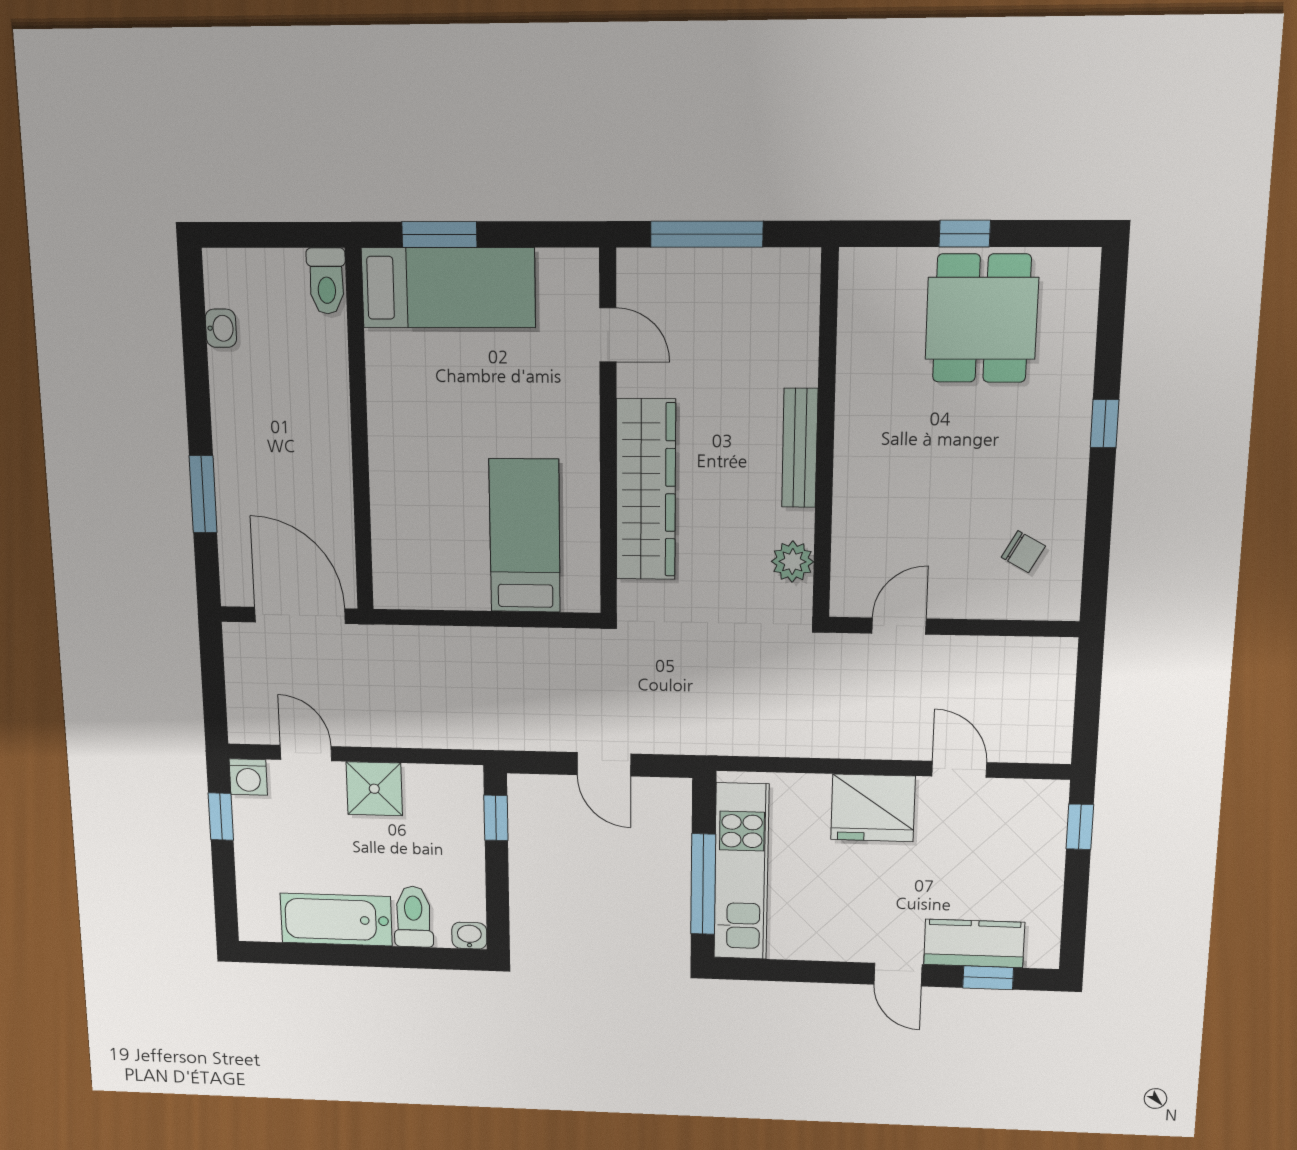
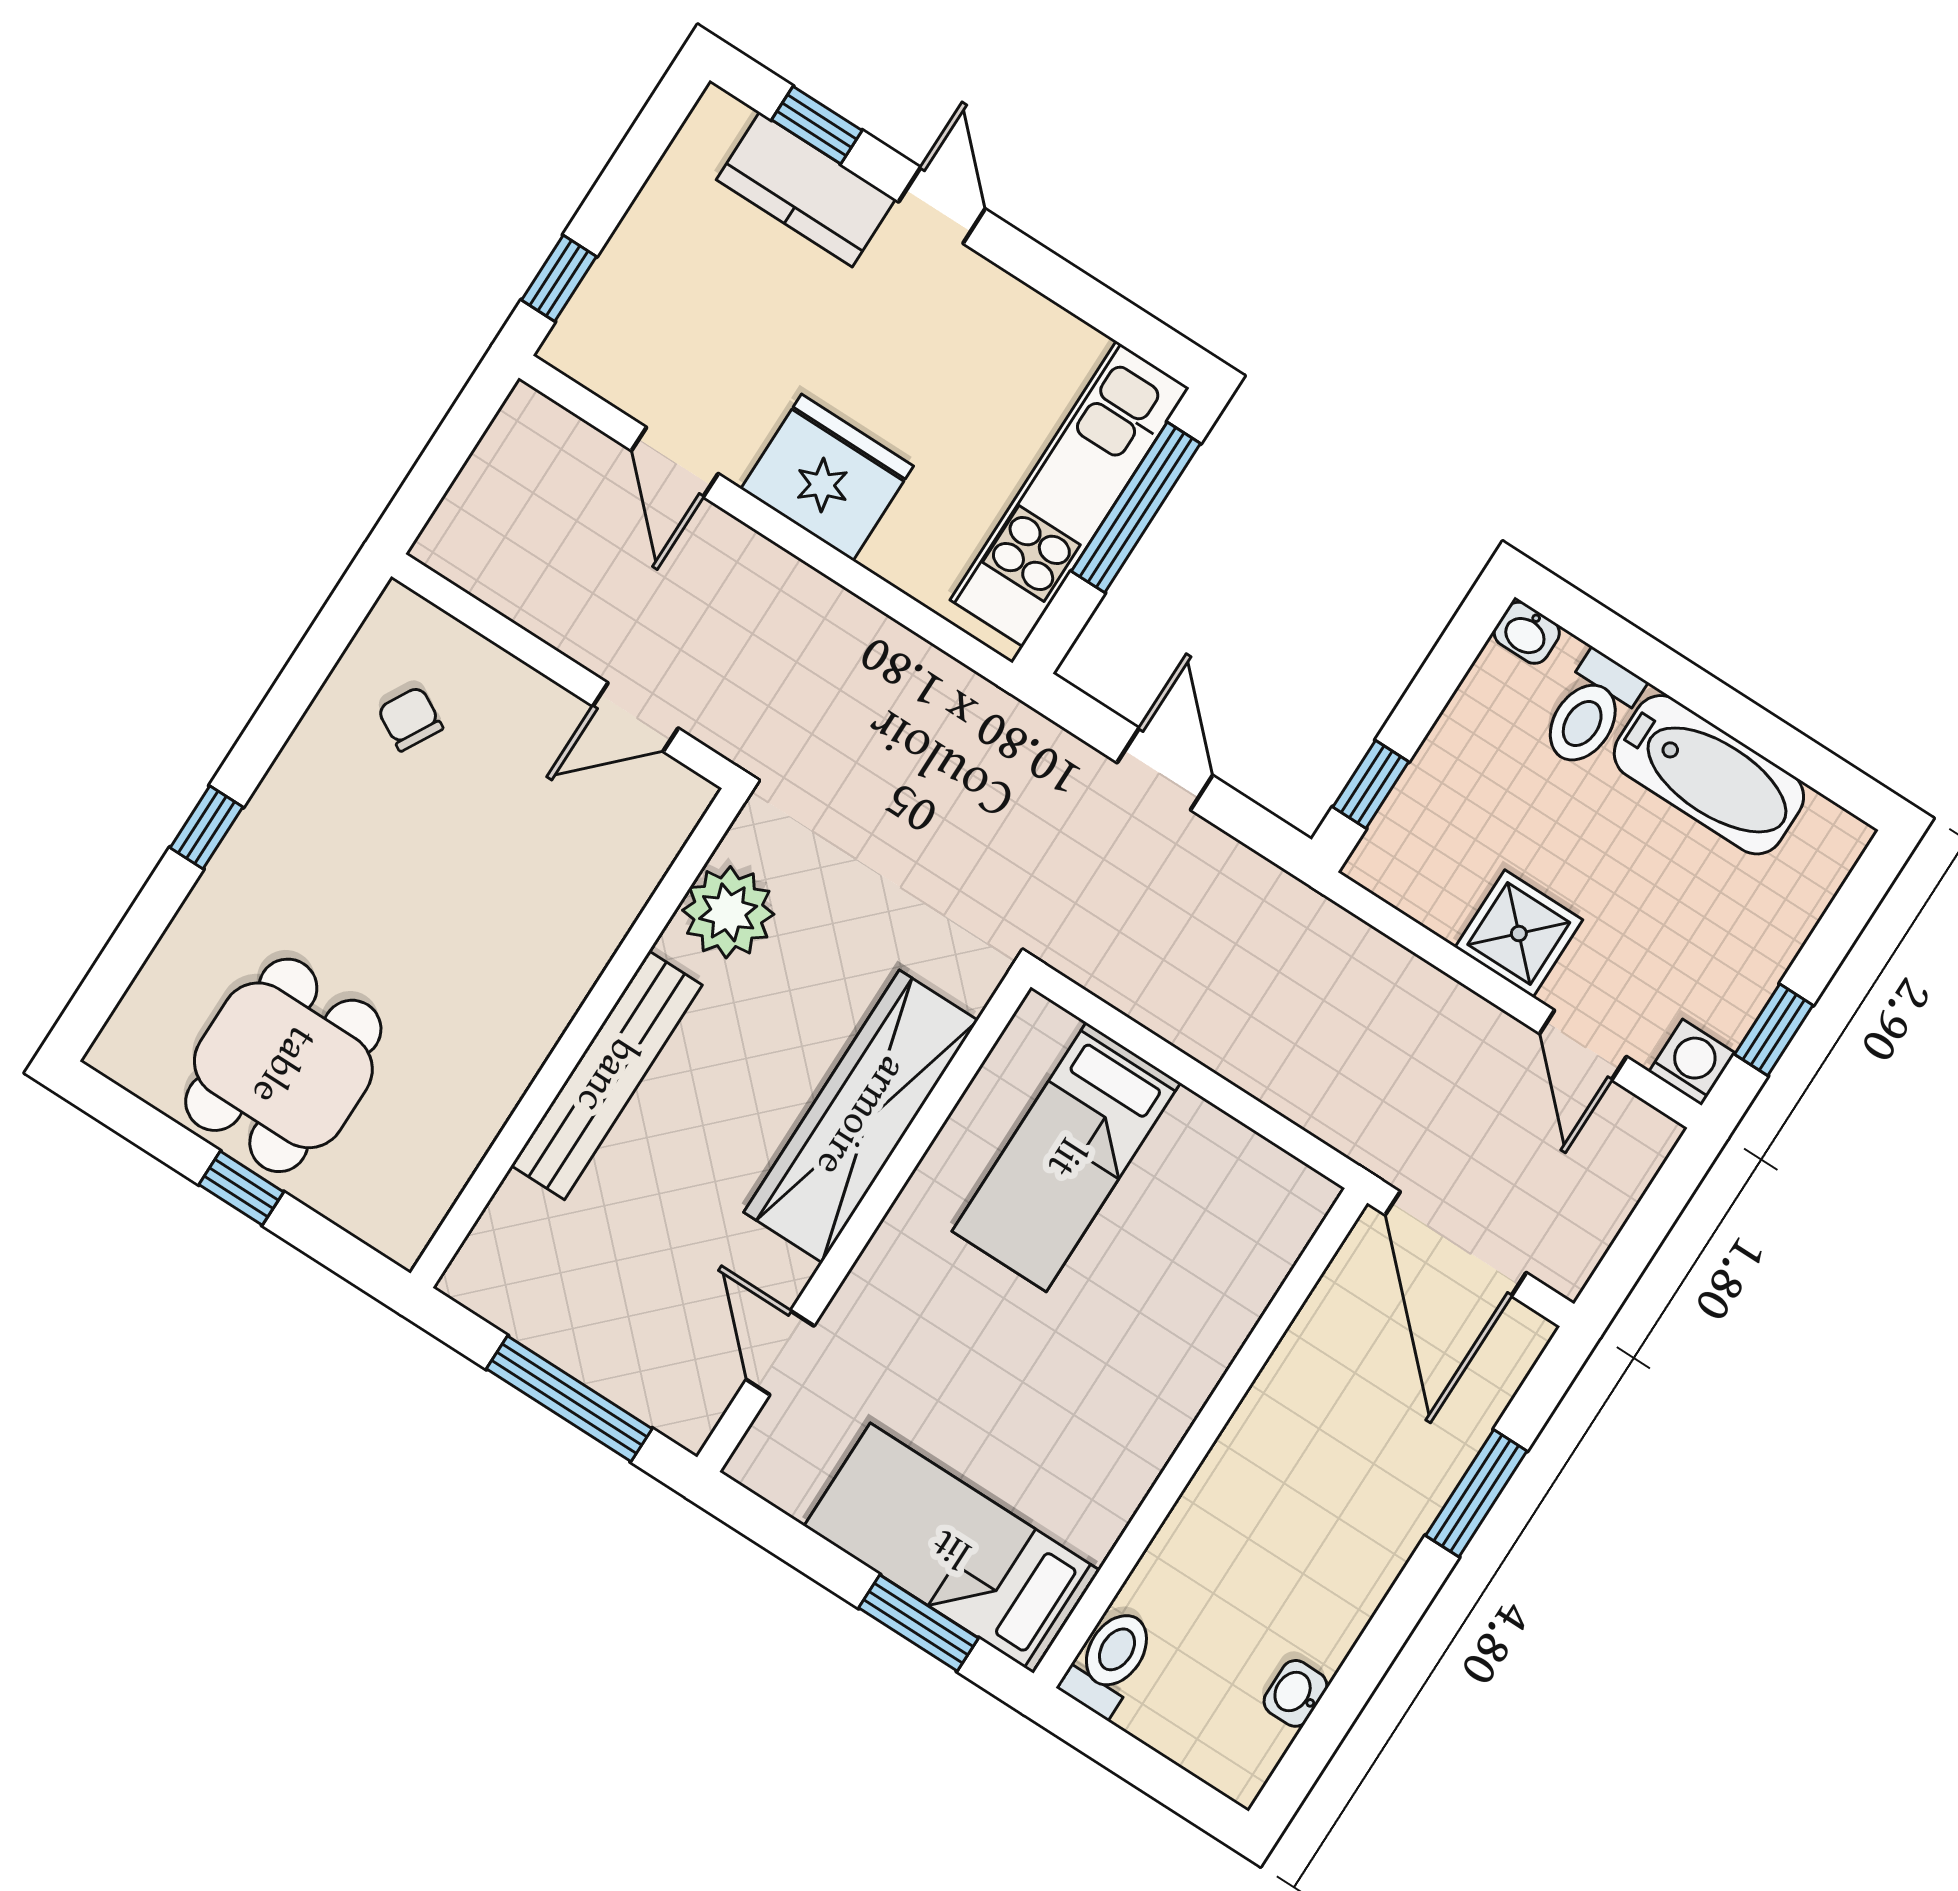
bench: (800, 448) -> (607, 1075), width x1.37, depth x1.21
plant: (792, 562) -> (728, 912), width x1.36, depth x1.36

